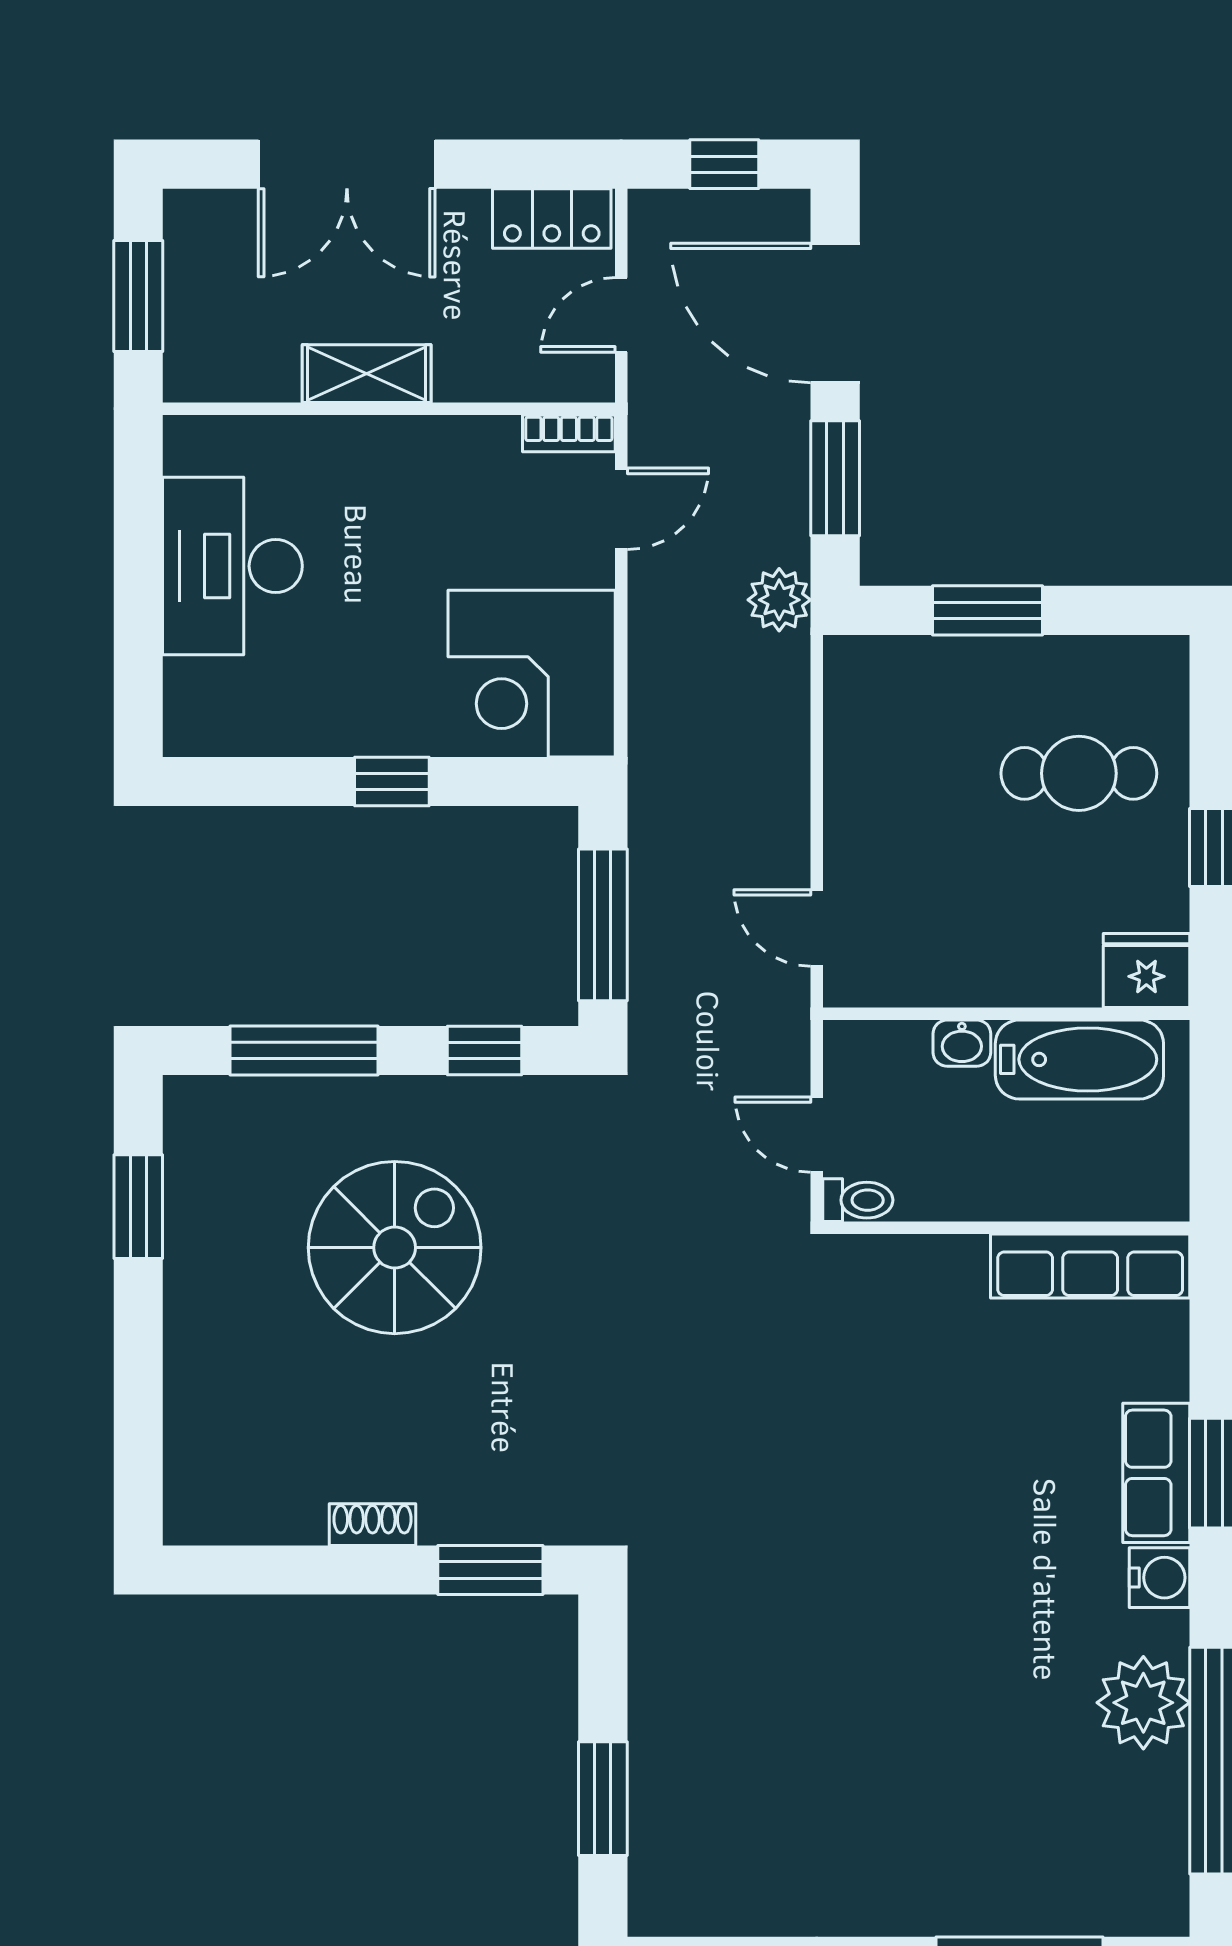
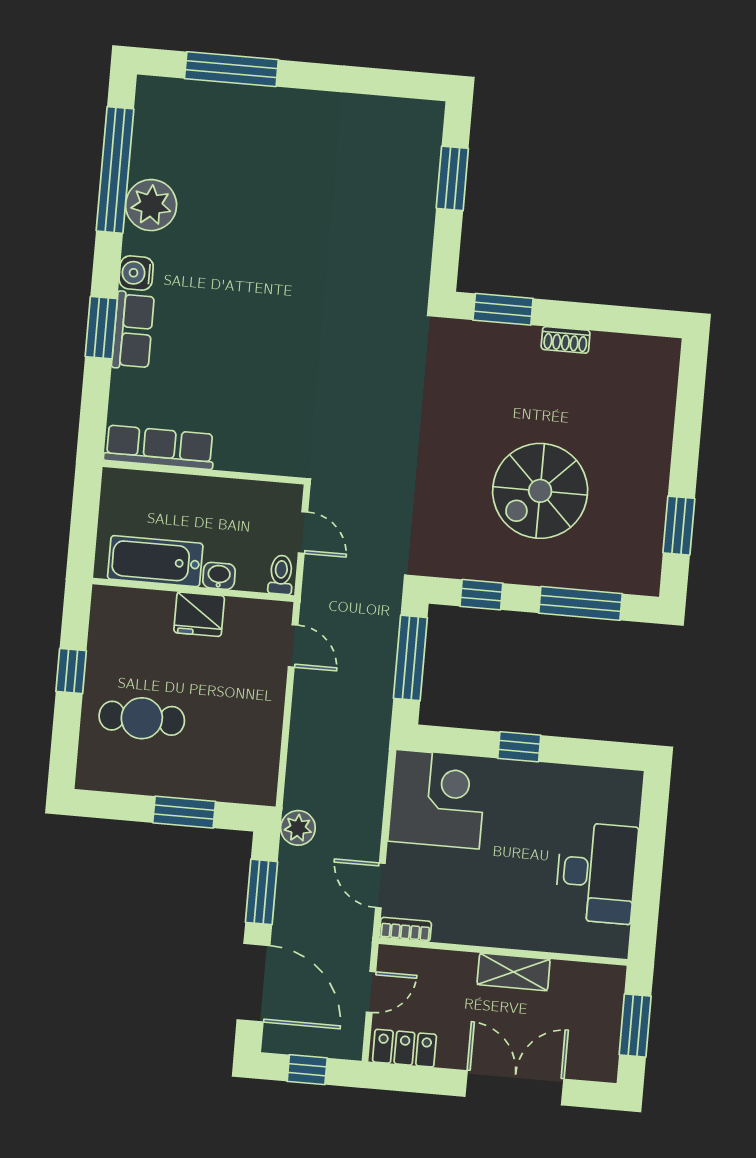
door: (621, 509) -> (380, 885), hinge flipped
fridge: (1146, 971) -> (199, 614), moved
toilet: (858, 1200) -> (281, 575), moved, turned 90

